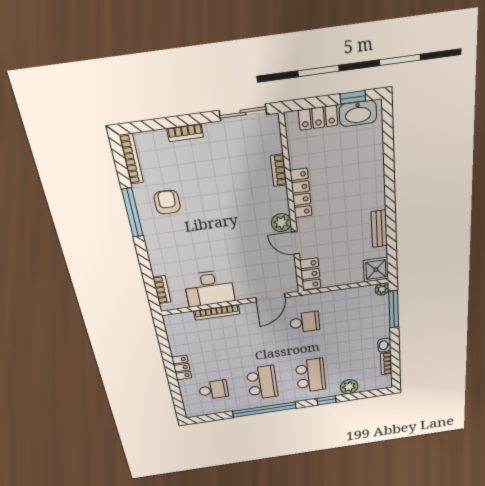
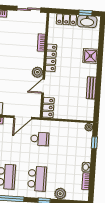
door: (296, 243) -> (43, 86), hinge flipped
shower: (376, 270) -> (90, 56), moved
window: (394, 309) -> (94, 143), width x0.46

